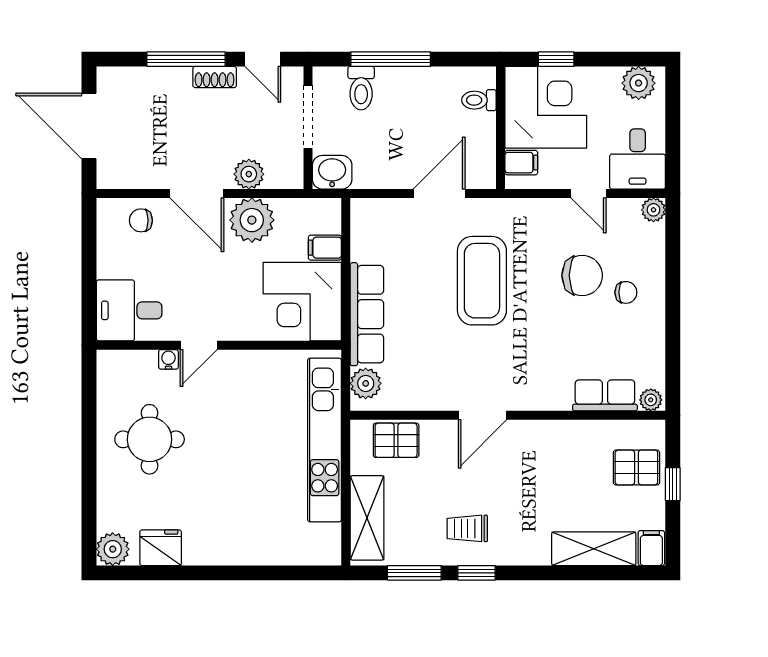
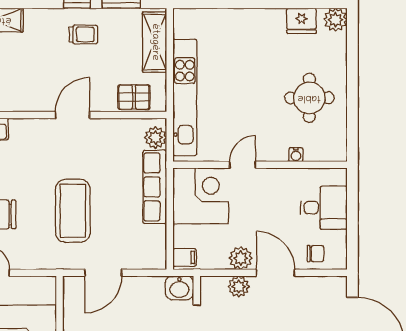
filing cabinet: (521, 163) -> (45, 295), removed
plant: (252, 220) -> (241, 258), width x0.73, depth x0.73
filing cabinet: (325, 248) -> (185, 258), moved
desk: (129, 310) -> (324, 208), moved
door: (199, 345) -> (243, 165), moved

